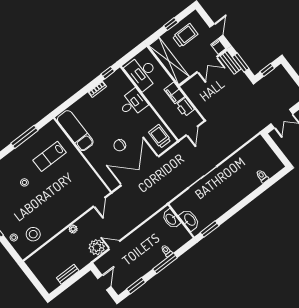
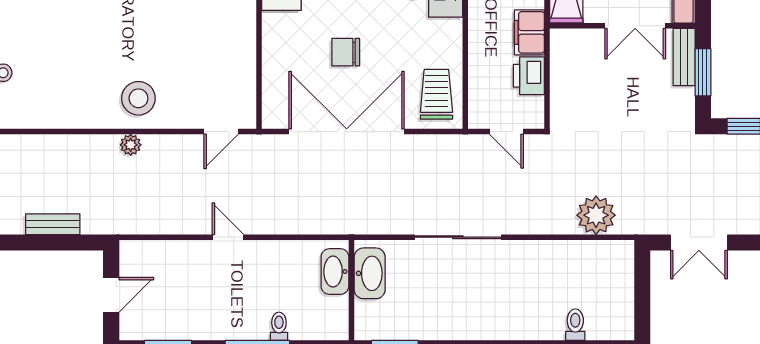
door: (192, 131) -> (506, 132), hinge flipped
washbasin: (190, 220) -> (370, 273), moved
stool: (33, 234) -> (138, 98), moved
door: (114, 245) -> (228, 237), moved
plant: (97, 247) -> (596, 215), moved

